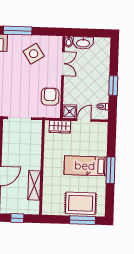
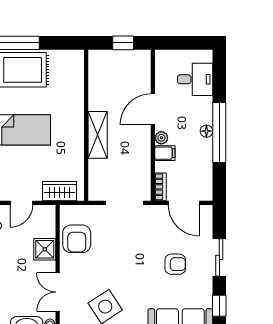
shower: (70, 112) -> (45, 249), moved
shelving: (34, 185) -> (98, 135), moved

